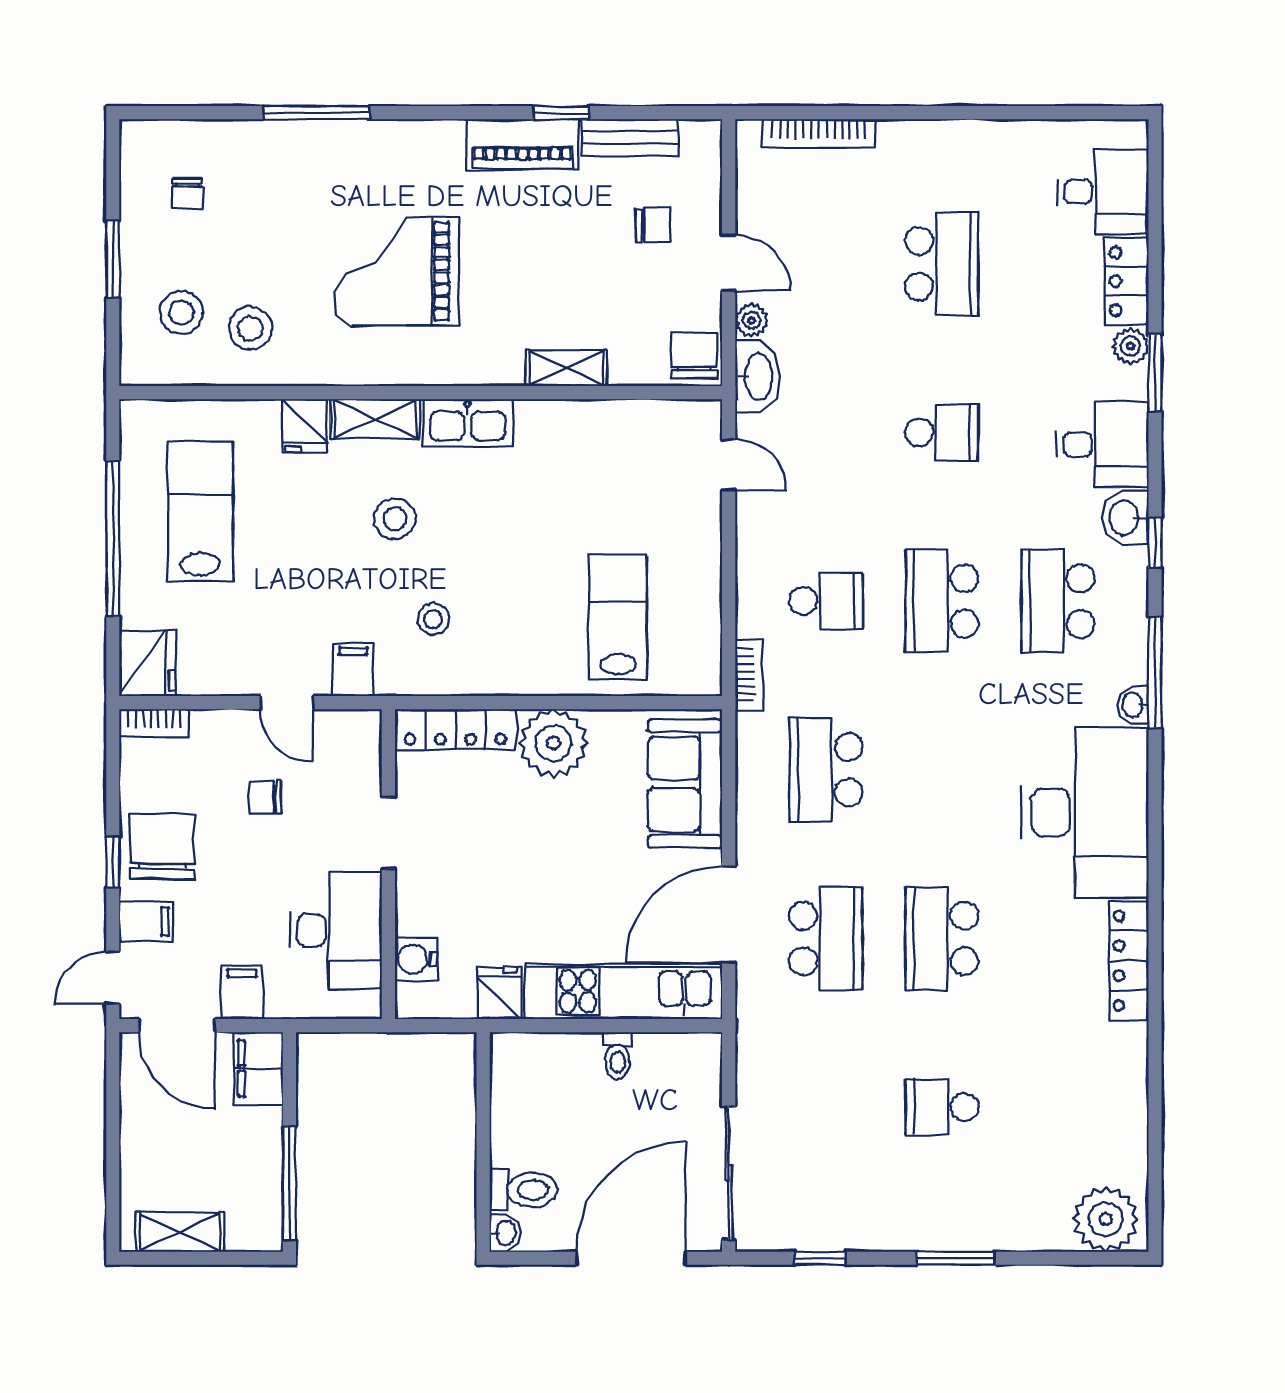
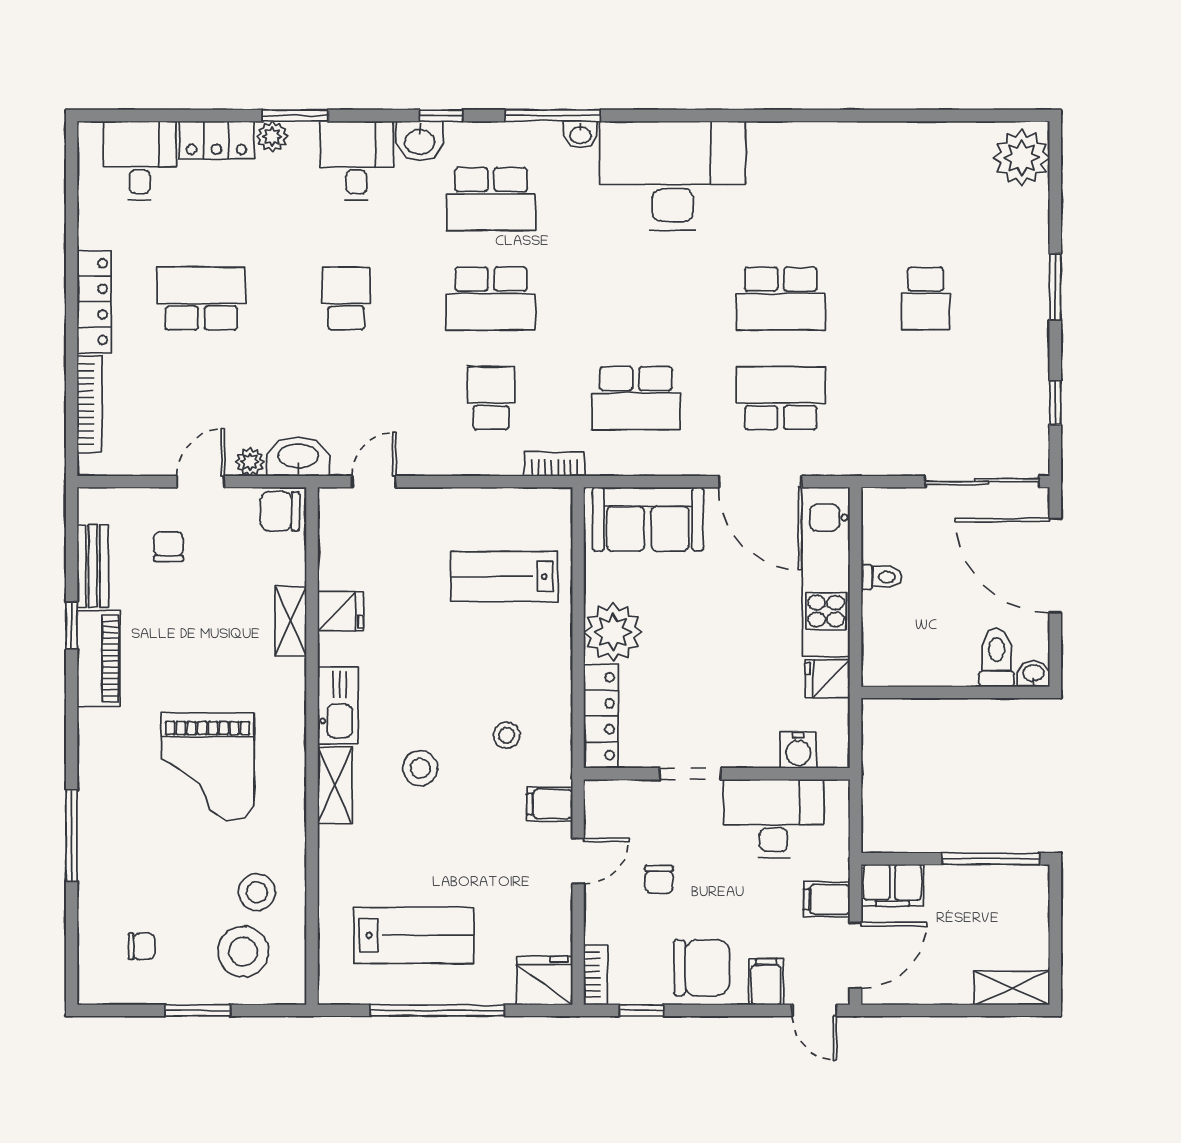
stool: (181, 312) -> (243, 952), width x1.38, depth x1.38
fridge: (305, 426) -> (341, 611), moved
lab bench: (200, 511) -> (414, 935), turned 180
chair: (162, 846) -> (702, 968), turned 180
window: (113, 862) -> (642, 1010), moved
locker: (1129, 961) -> (94, 302), moved, turned -90
shelving: (180, 1232) -> (1012, 988), moved, turned 90

